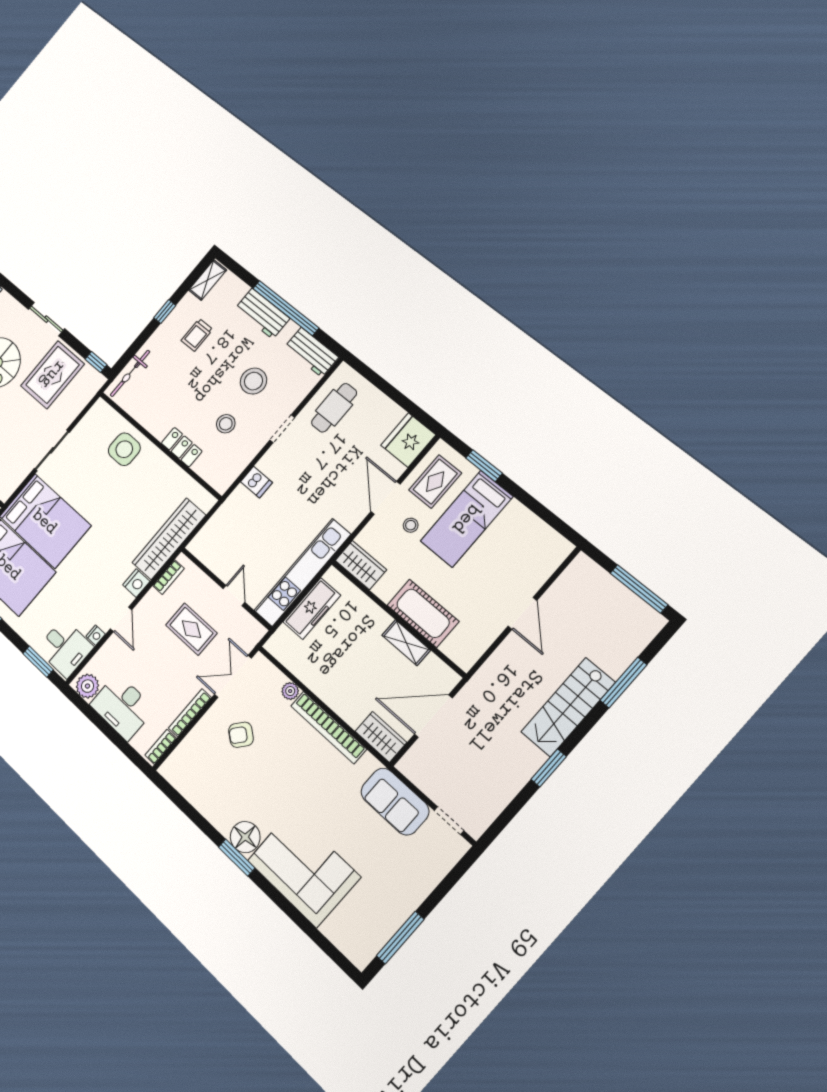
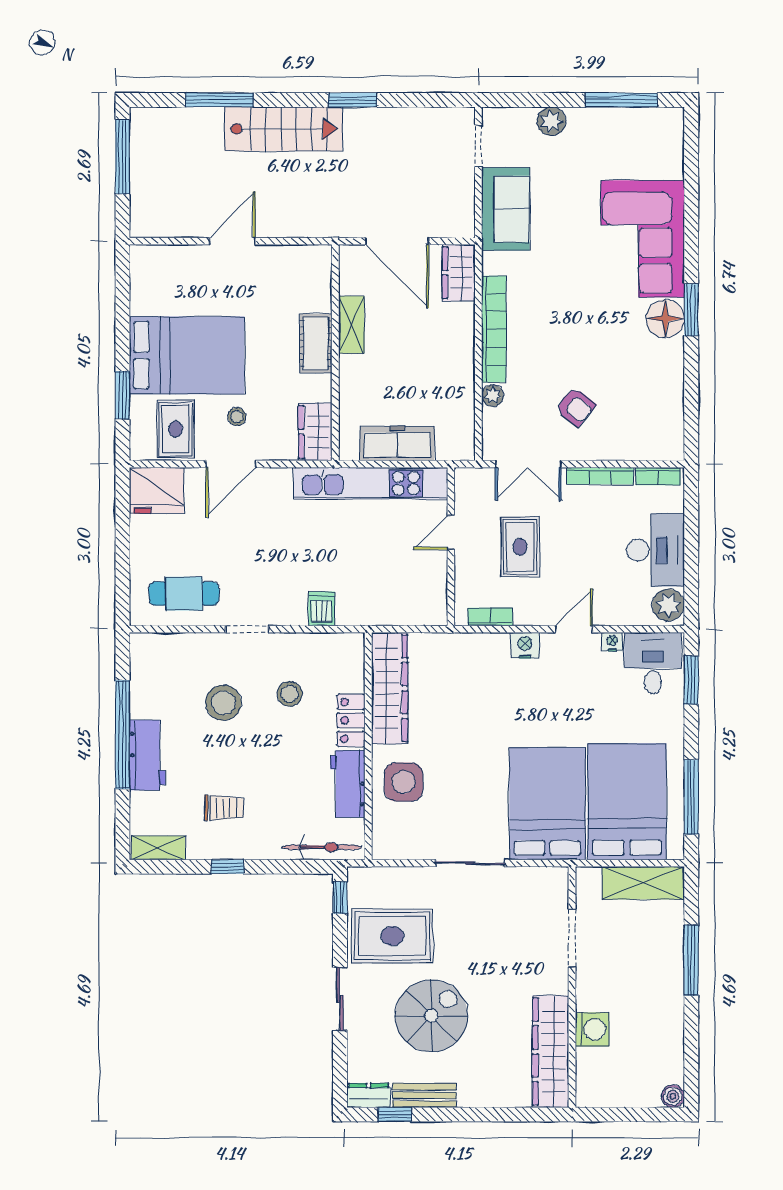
workbench: (311, 352) -> (348, 784), moved, turned 180
rug: (435, 482) -> (176, 429), turned 90
bed: (467, 519) -> (187, 355), width x1.50
wardrobe: (169, 539) -> (390, 688), moved, turned -90
cot: (423, 613) -> (316, 344), width x0.73, depth x0.75
plant: (425, 881) -> (551, 121), added

